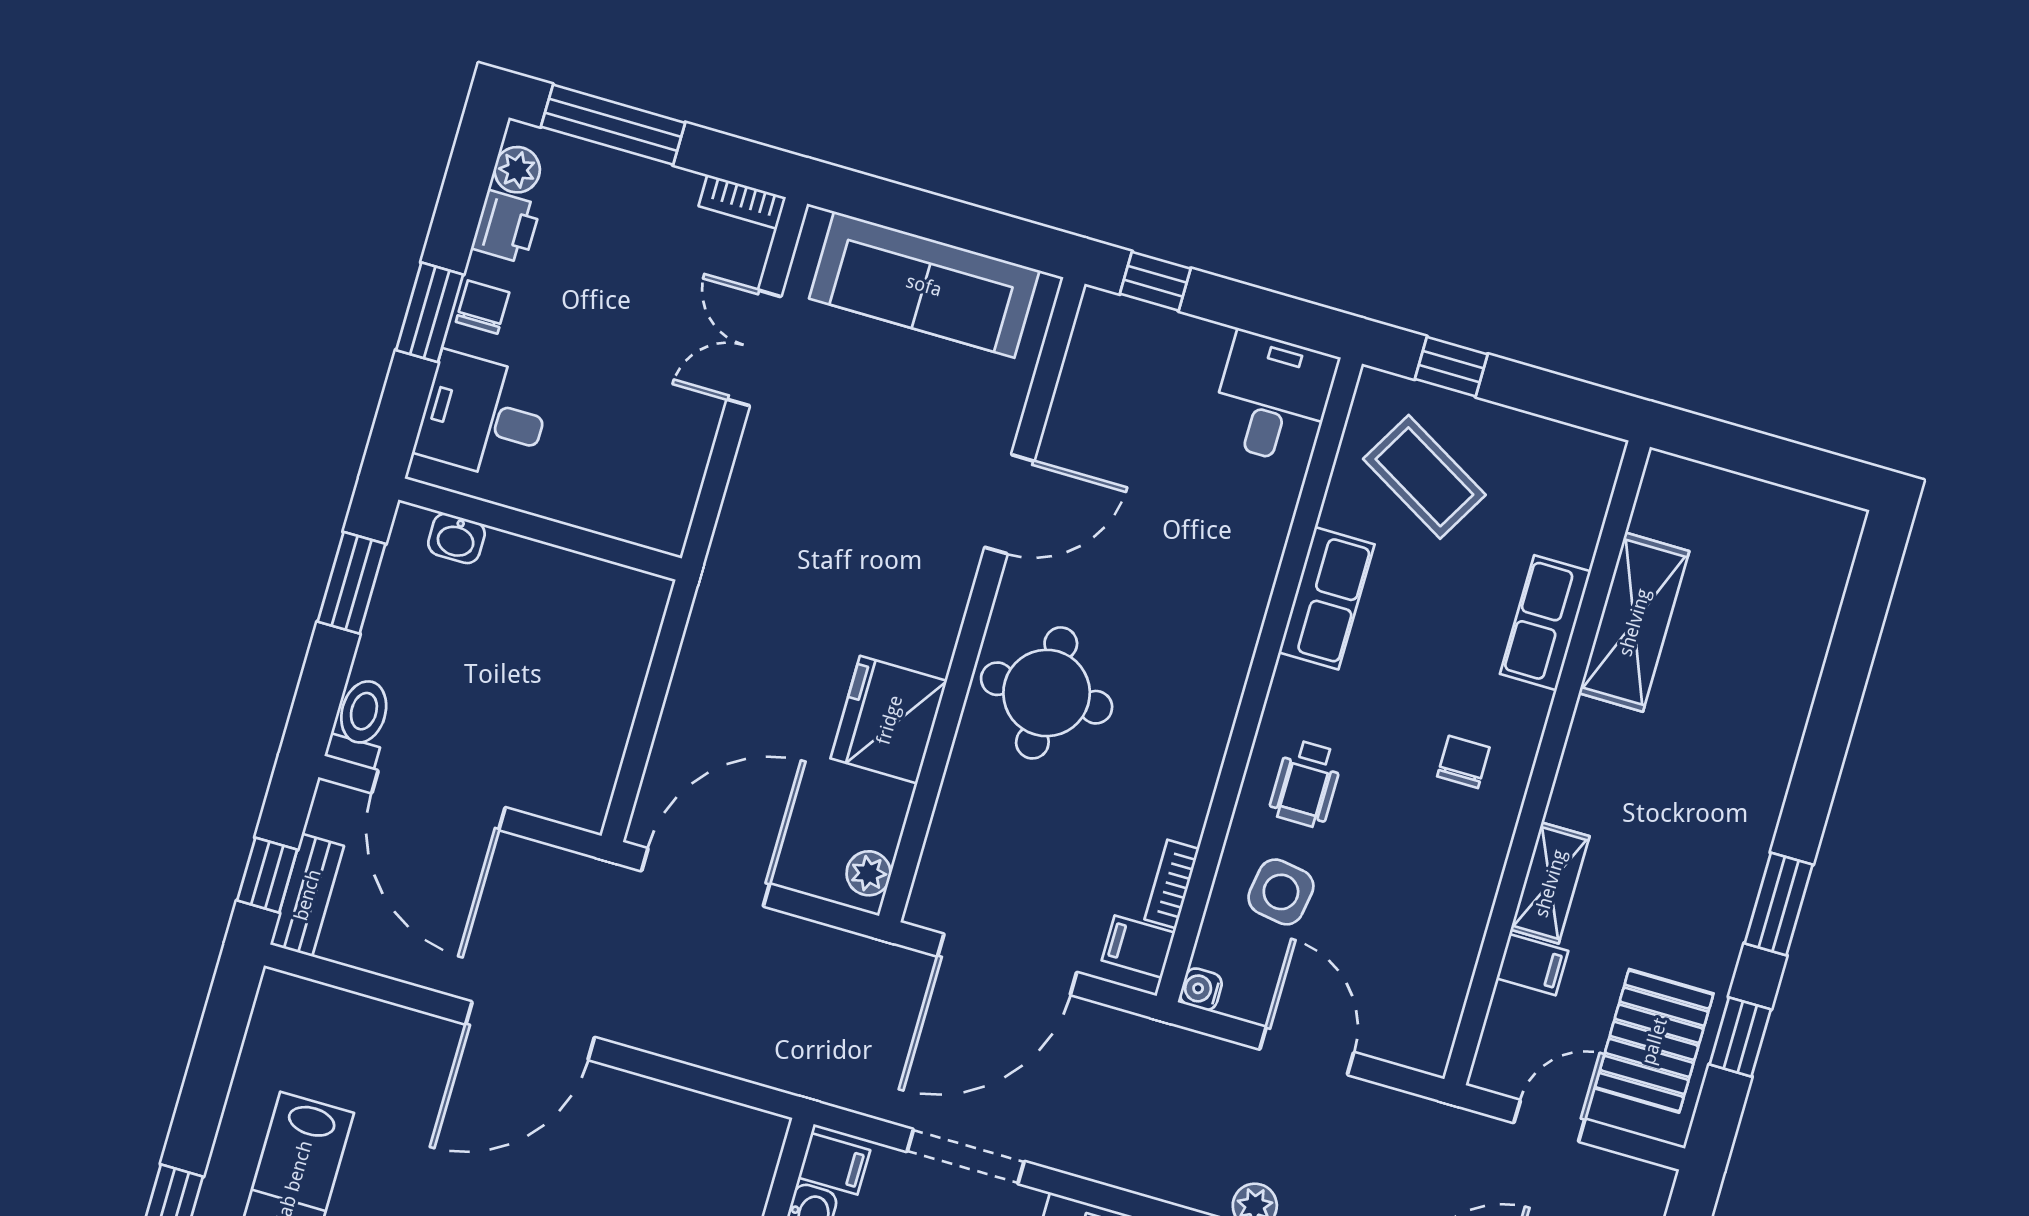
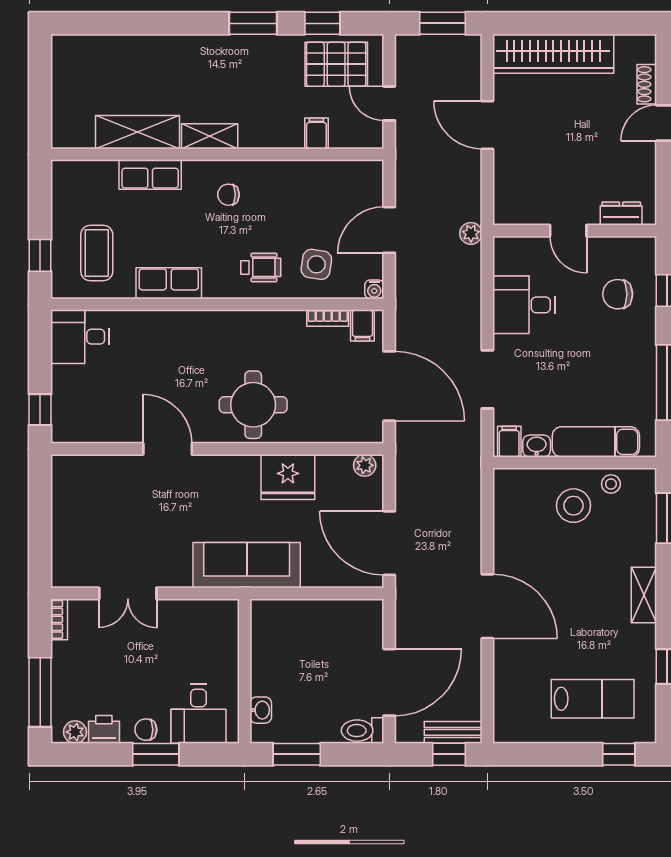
sofa: (924, 285) -> (247, 565), moved, turned -90
coffee table: (1424, 477) -> (97, 253), turned -30
shelving: (1550, 883) -> (210, 136), moved

